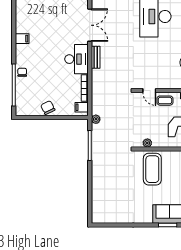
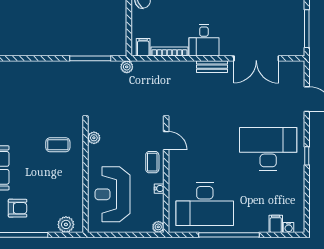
desk: (76, 59) -> (204, 40), width x0.73
door: (149, 90) -> (166, 141), swing flipped
coffee table: (152, 169) -> (58, 145), width x0.54, depth x0.58

